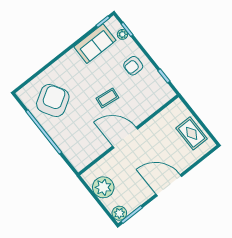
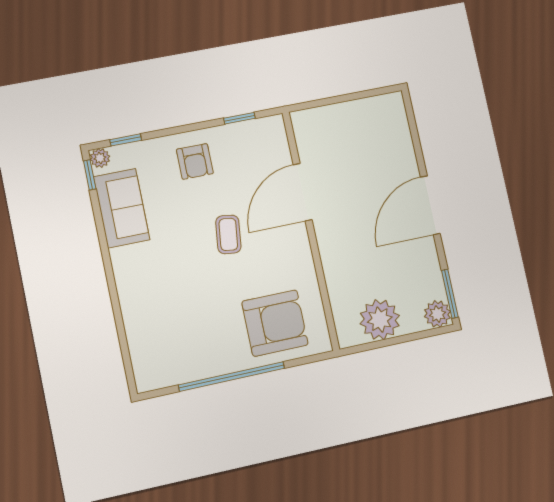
plant: (122, 34) -> (100, 158), moved
armchair: (53, 101) -> (275, 323), moved, turned 121
rug: (192, 133) -> (361, 122), removed
door: (125, 138) -> (303, 192), moved

